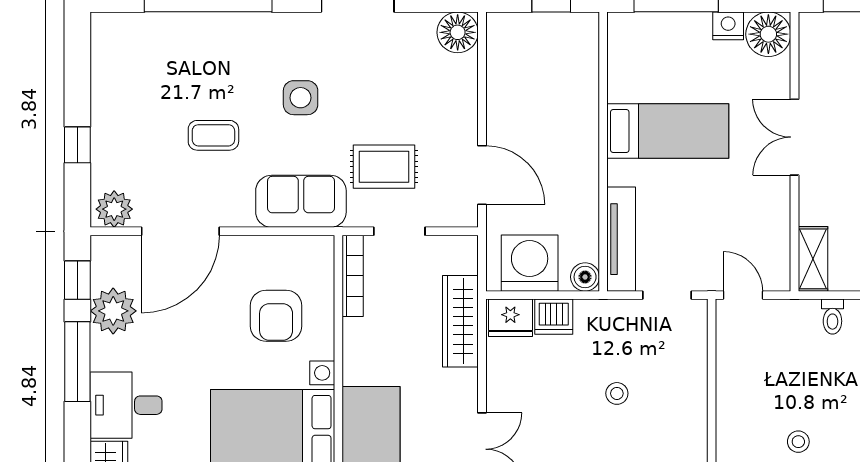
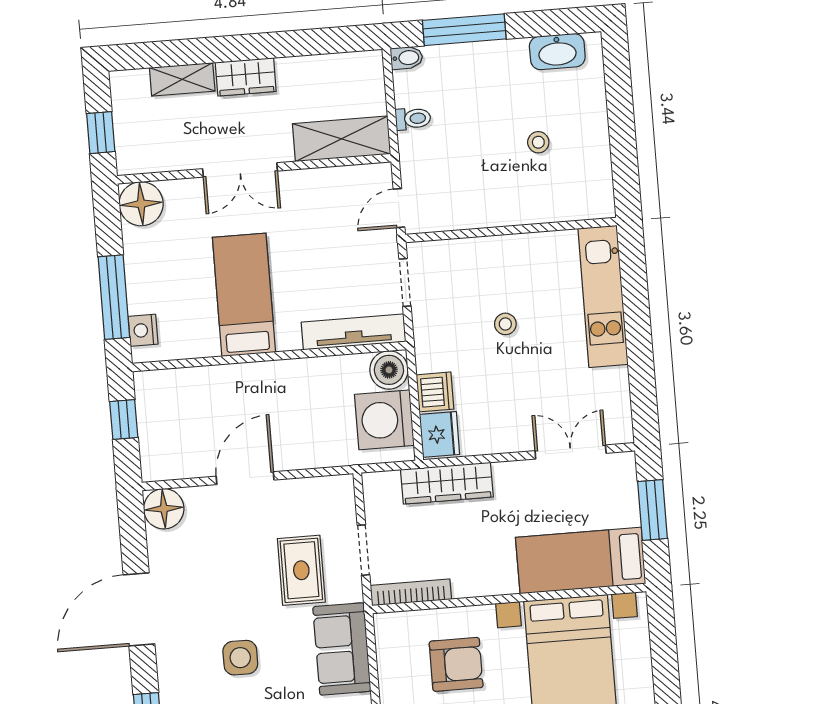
nightstand: (728, 26) -> (143, 330), moved
door: (482, 175) -> (245, 478), moved
shelving: (813, 259) -> (342, 139), width x1.50, depth x1.33
boiler: (585, 277) -> (389, 370), width x1.36, depth x1.36

